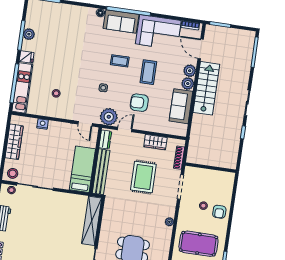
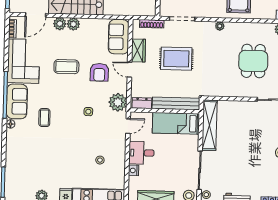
coffee table: (120, 61) -> (44, 118), moved
sofa: (181, 106) -> (119, 37), moved, turned 90
door: (125, 130) -> (130, 70), moved
desk: (58, 133) -> (141, 153), added
shelving: (92, 221) -> (210, 125), moved, turned 90

